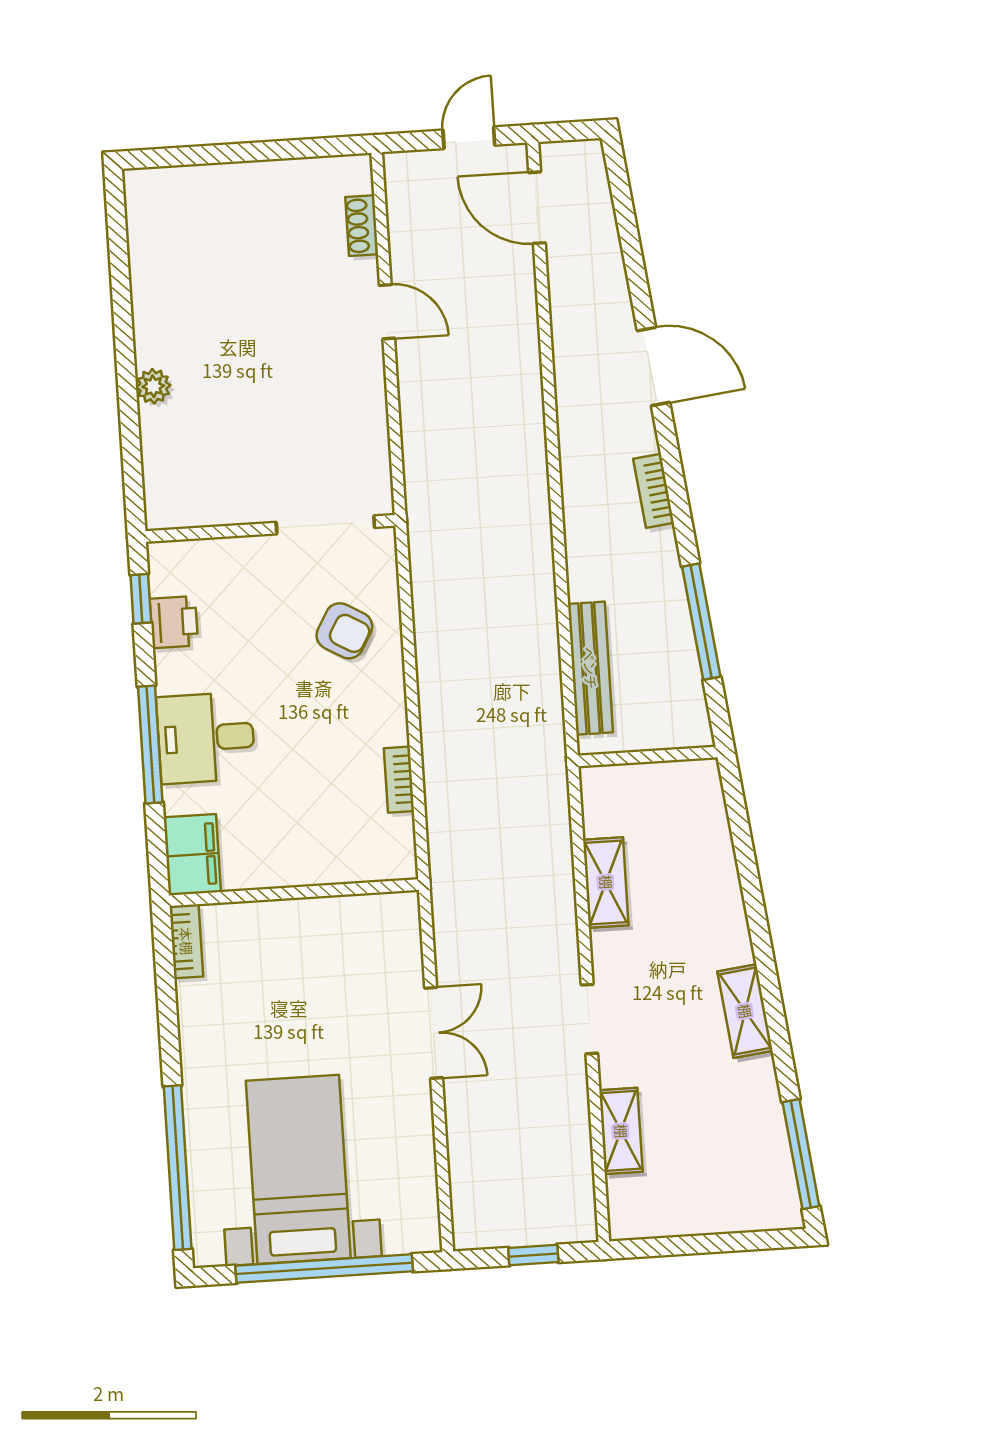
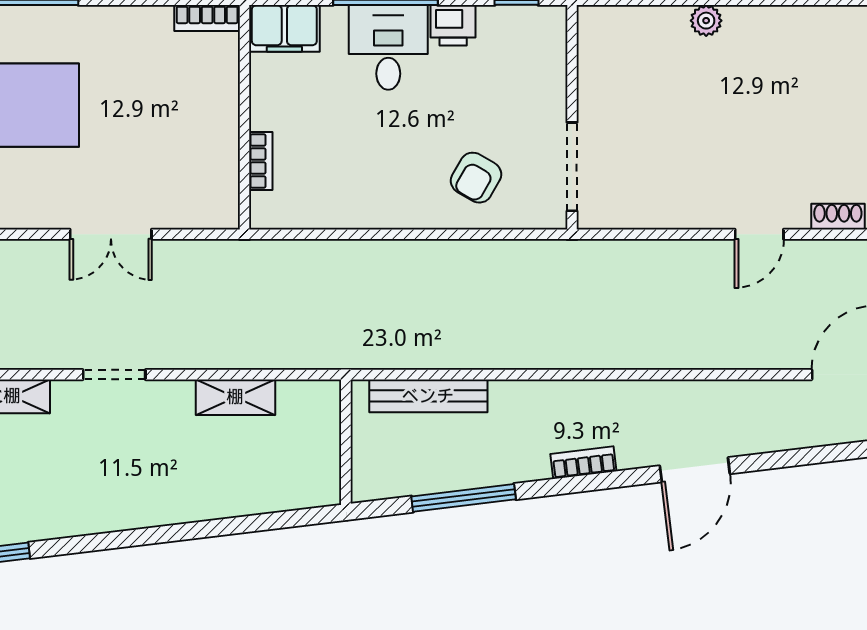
printer: (174, 622) -> (453, 25), moved
bookcase: (399, 780) -> (261, 161), moved, turned 90
shelving: (745, 1011) -> (112, 515), removed

